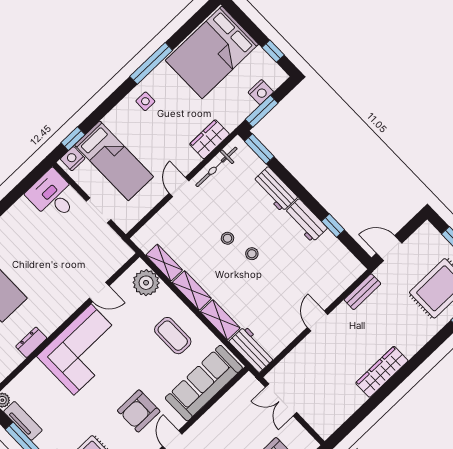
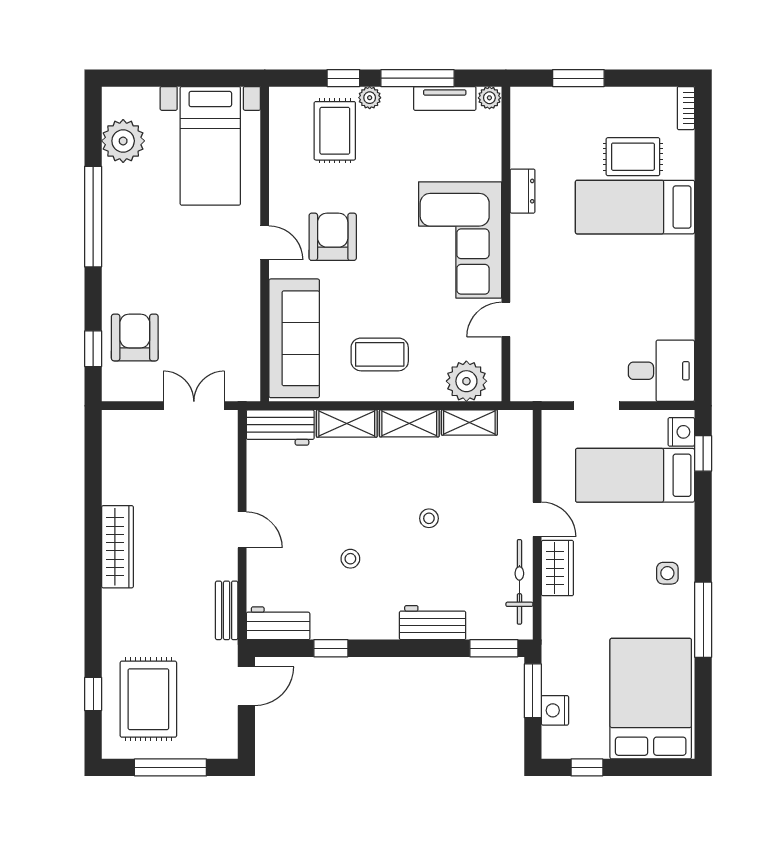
wardrobe: (209, 139) -> (557, 568), moved
workbench: (306, 221) -> (278, 623), moved
stool: (252, 254) -> (350, 559), moved

